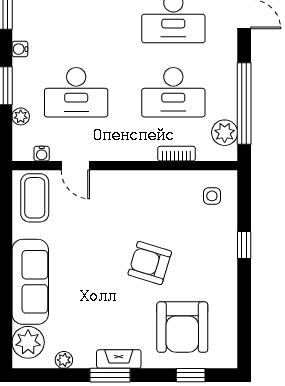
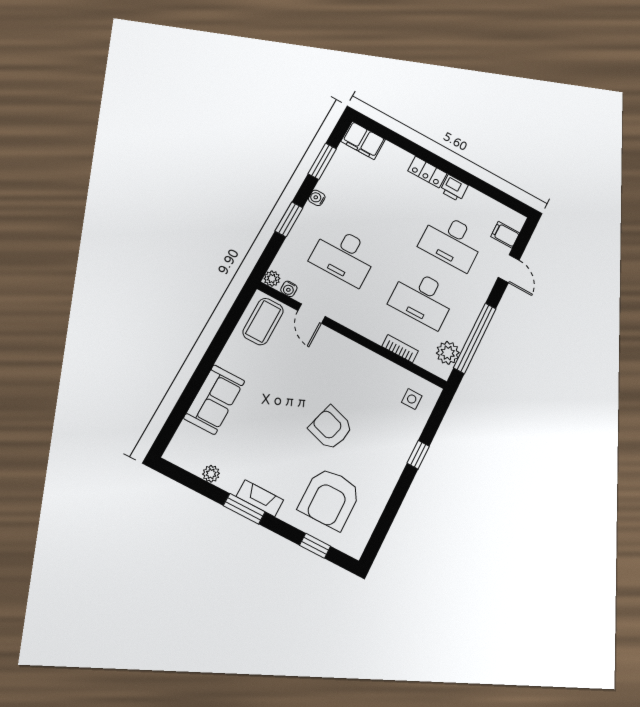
plant: (21, 116) -> (272, 279), moved
sofa: (30, 282) -> (214, 400), width x0.73
plant: (28, 342) -> (188, 441), removed

